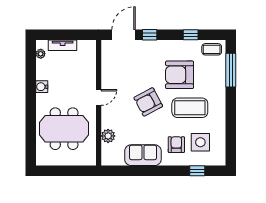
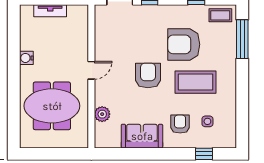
plant: (41, 54) -> (25, 20), removed
armchair: (148, 102) -> (148, 75), turned 118
side table: (200, 142) -> (207, 121), width x0.54, depth x0.54

